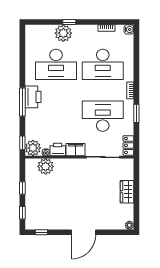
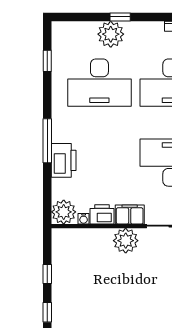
printer: (33, 97) -> (64, 160), moved
window: (22, 143) -> (47, 61), moved
plant: (46, 166) -> (126, 241), moved

